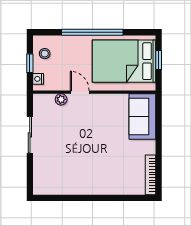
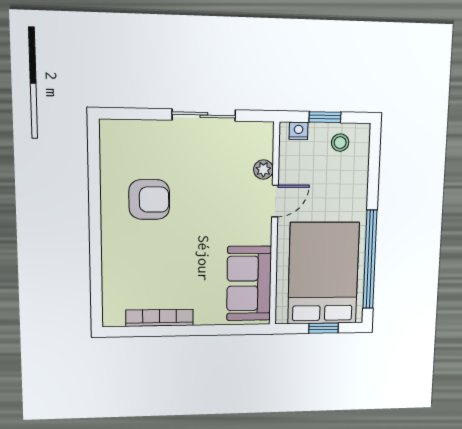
window: (92, 32) -> (370, 259), moved
sofa: (142, 117) -> (249, 283), moved, turned -90
armchair: (79, 166) -> (149, 199), added
bookcase: (150, 175) -> (160, 318), moved

